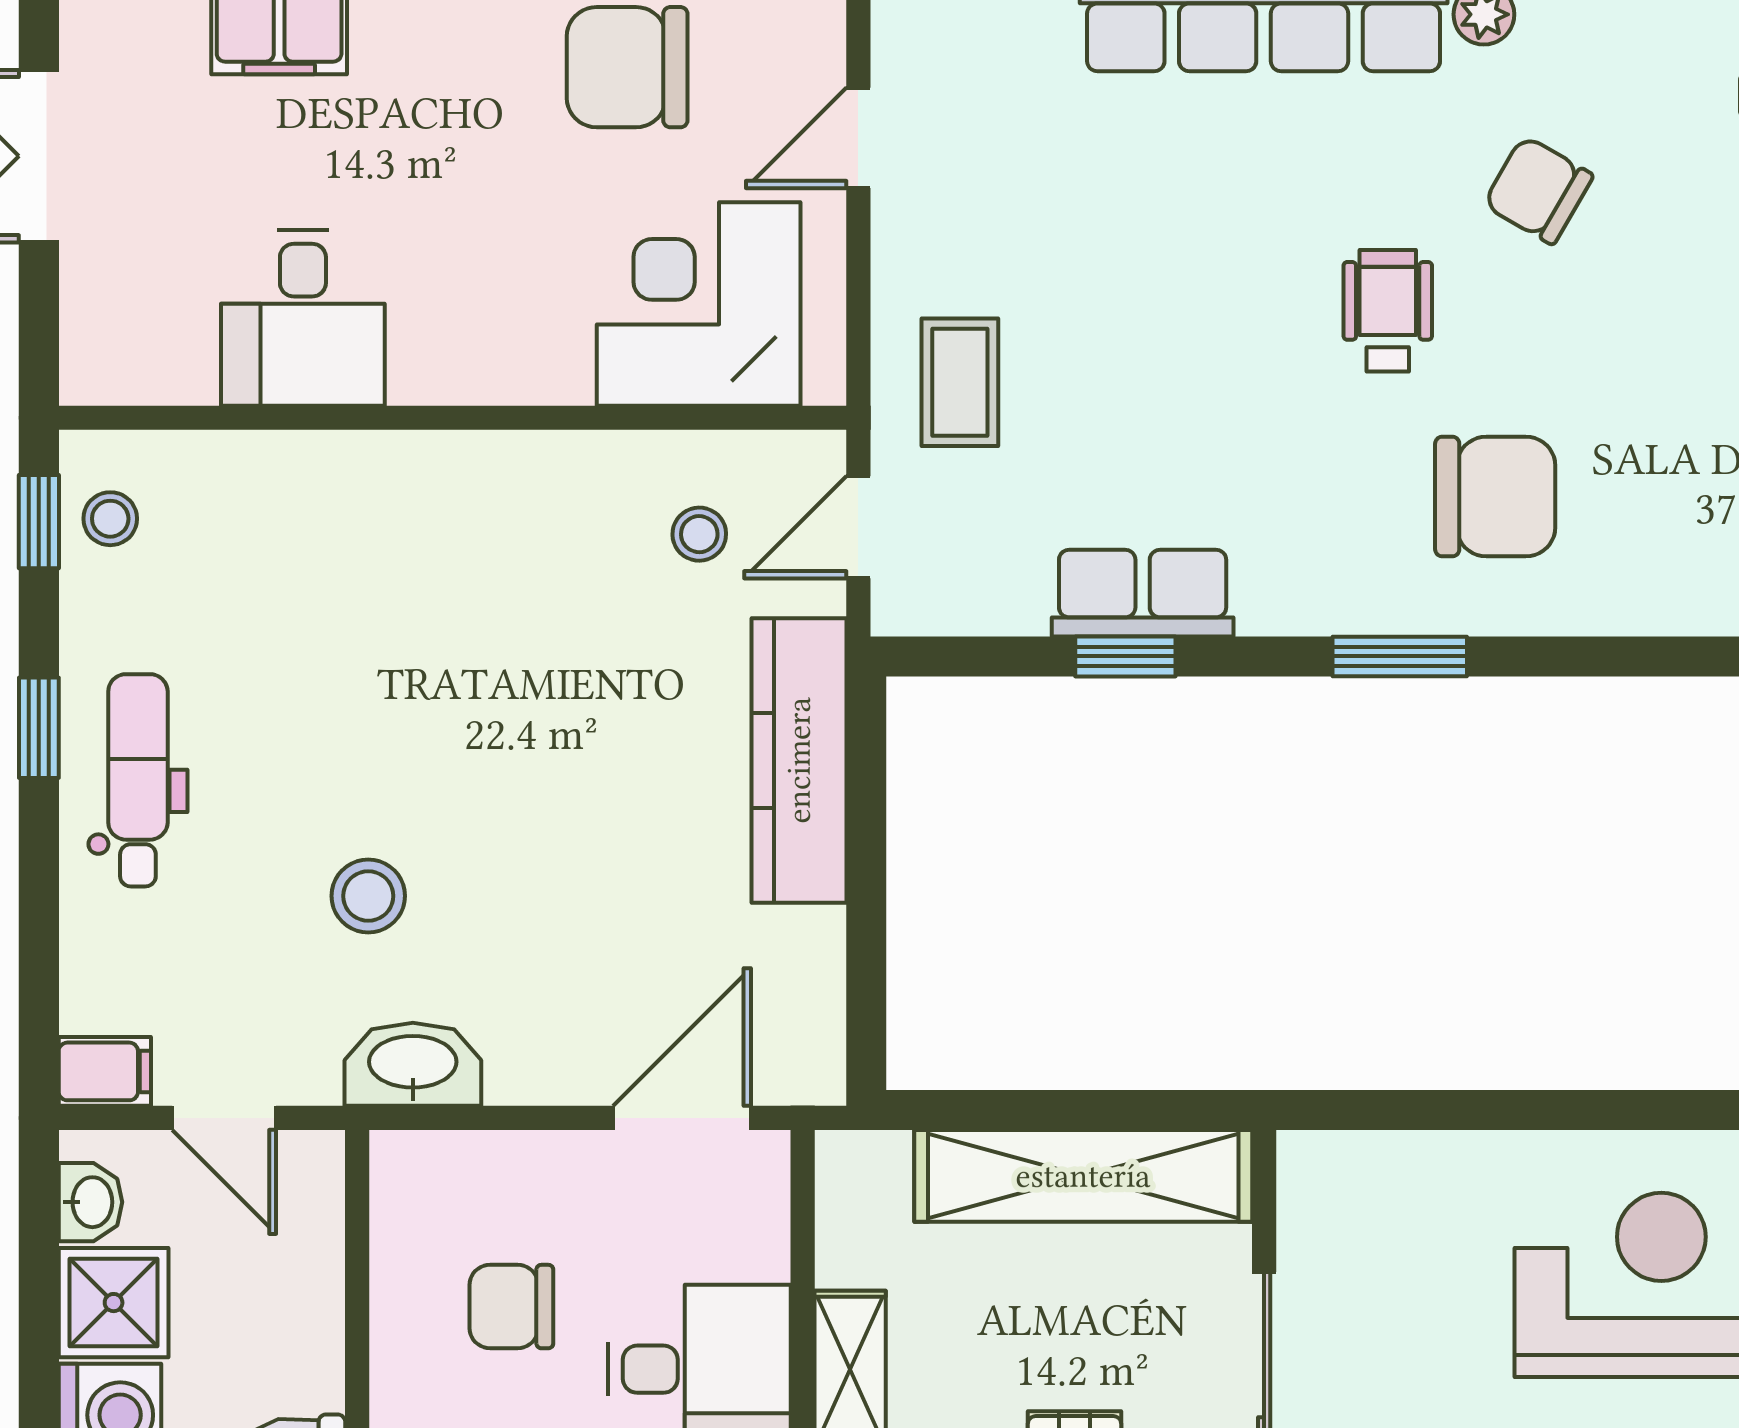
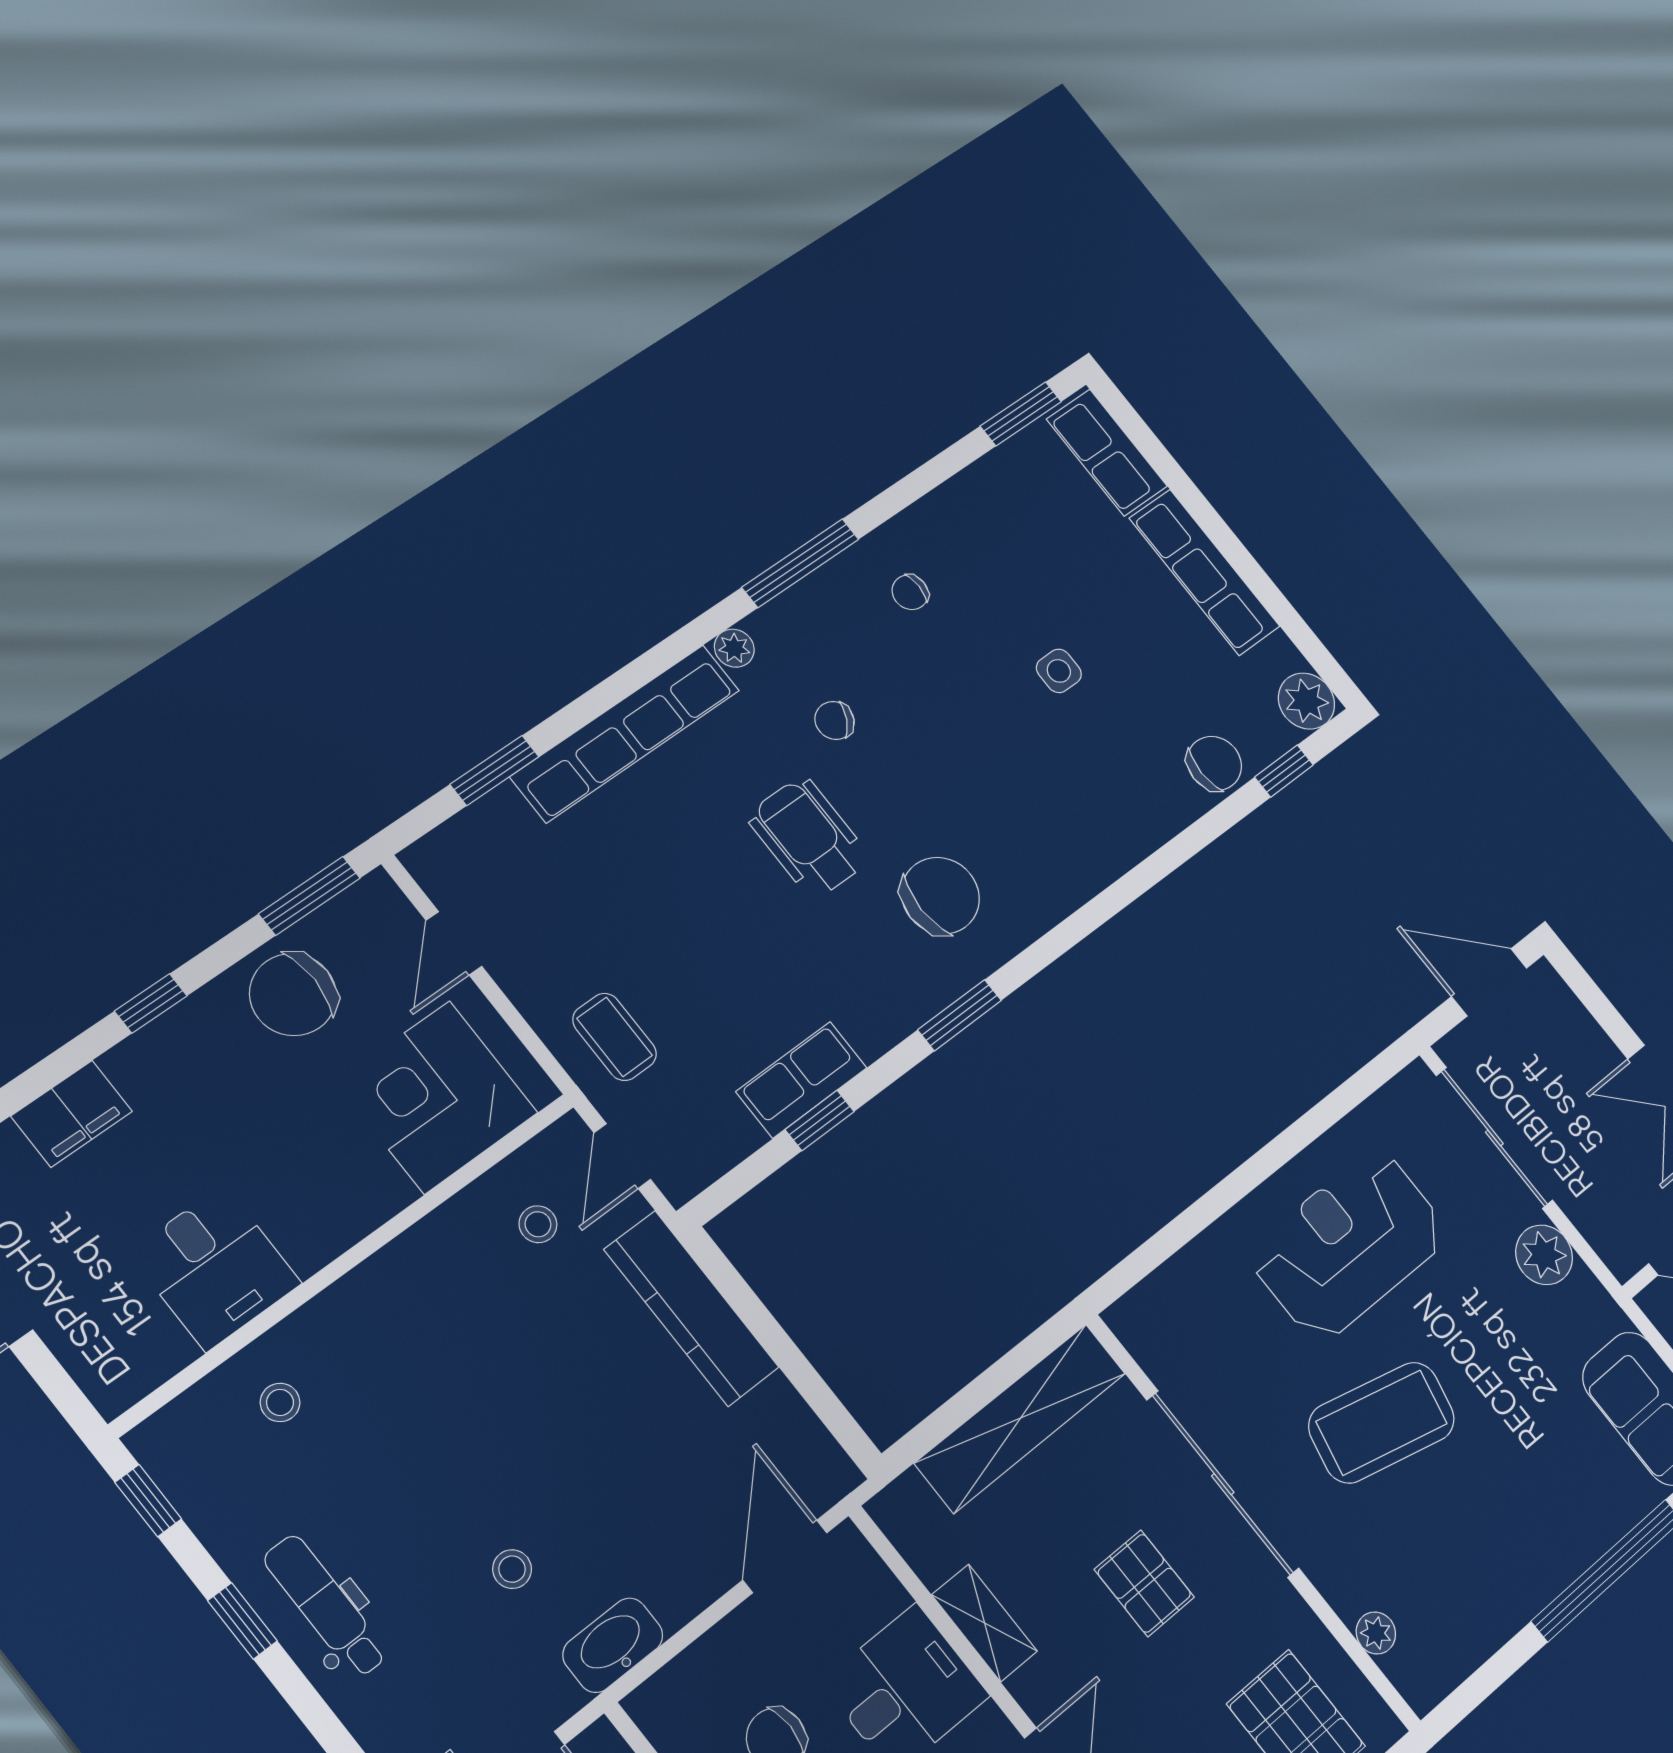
chair: (1538, 190) -> (835, 720), width x0.73, depth x0.73
wheelchair: (1388, 311) -> (809, 837), width x1.36, depth x1.37
stool: (110, 519) -> (280, 1402), moved
stool: (368, 896) -> (512, 1569), width x0.73, depth x0.73

